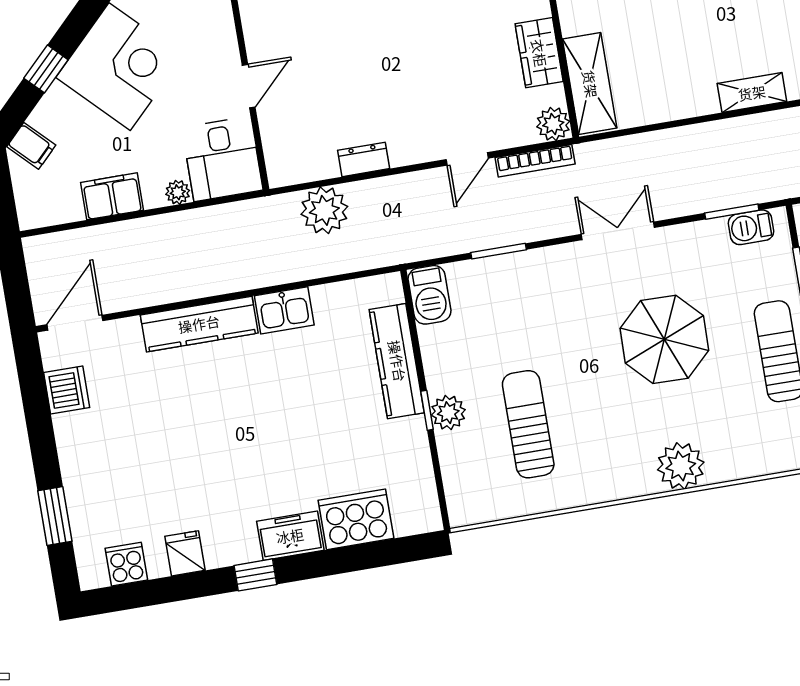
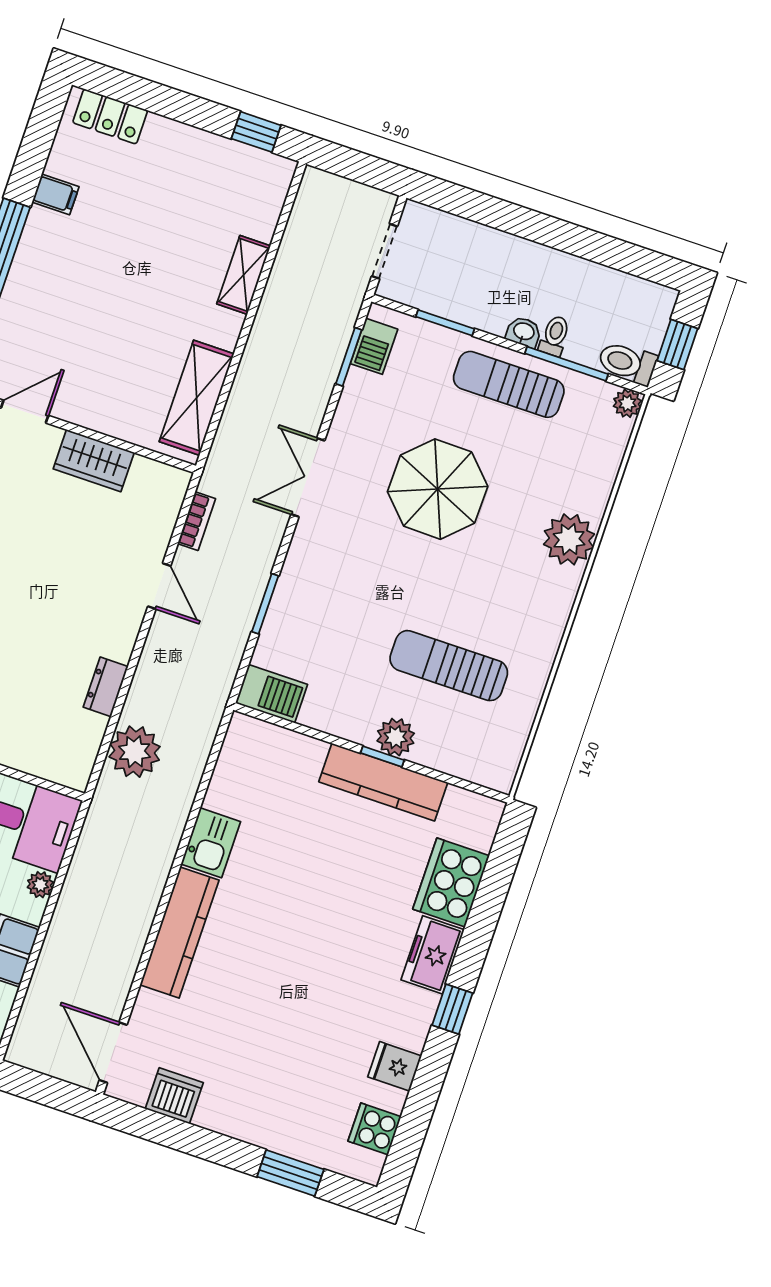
shelving: (590, 84) -> (197, 398), moved, turned 90
plant: (553, 124) -> (170, 484), removed
bookcase: (535, 161) -> (197, 521), width x0.64
kitchen counter: (397, 361) -> (383, 782), moved

